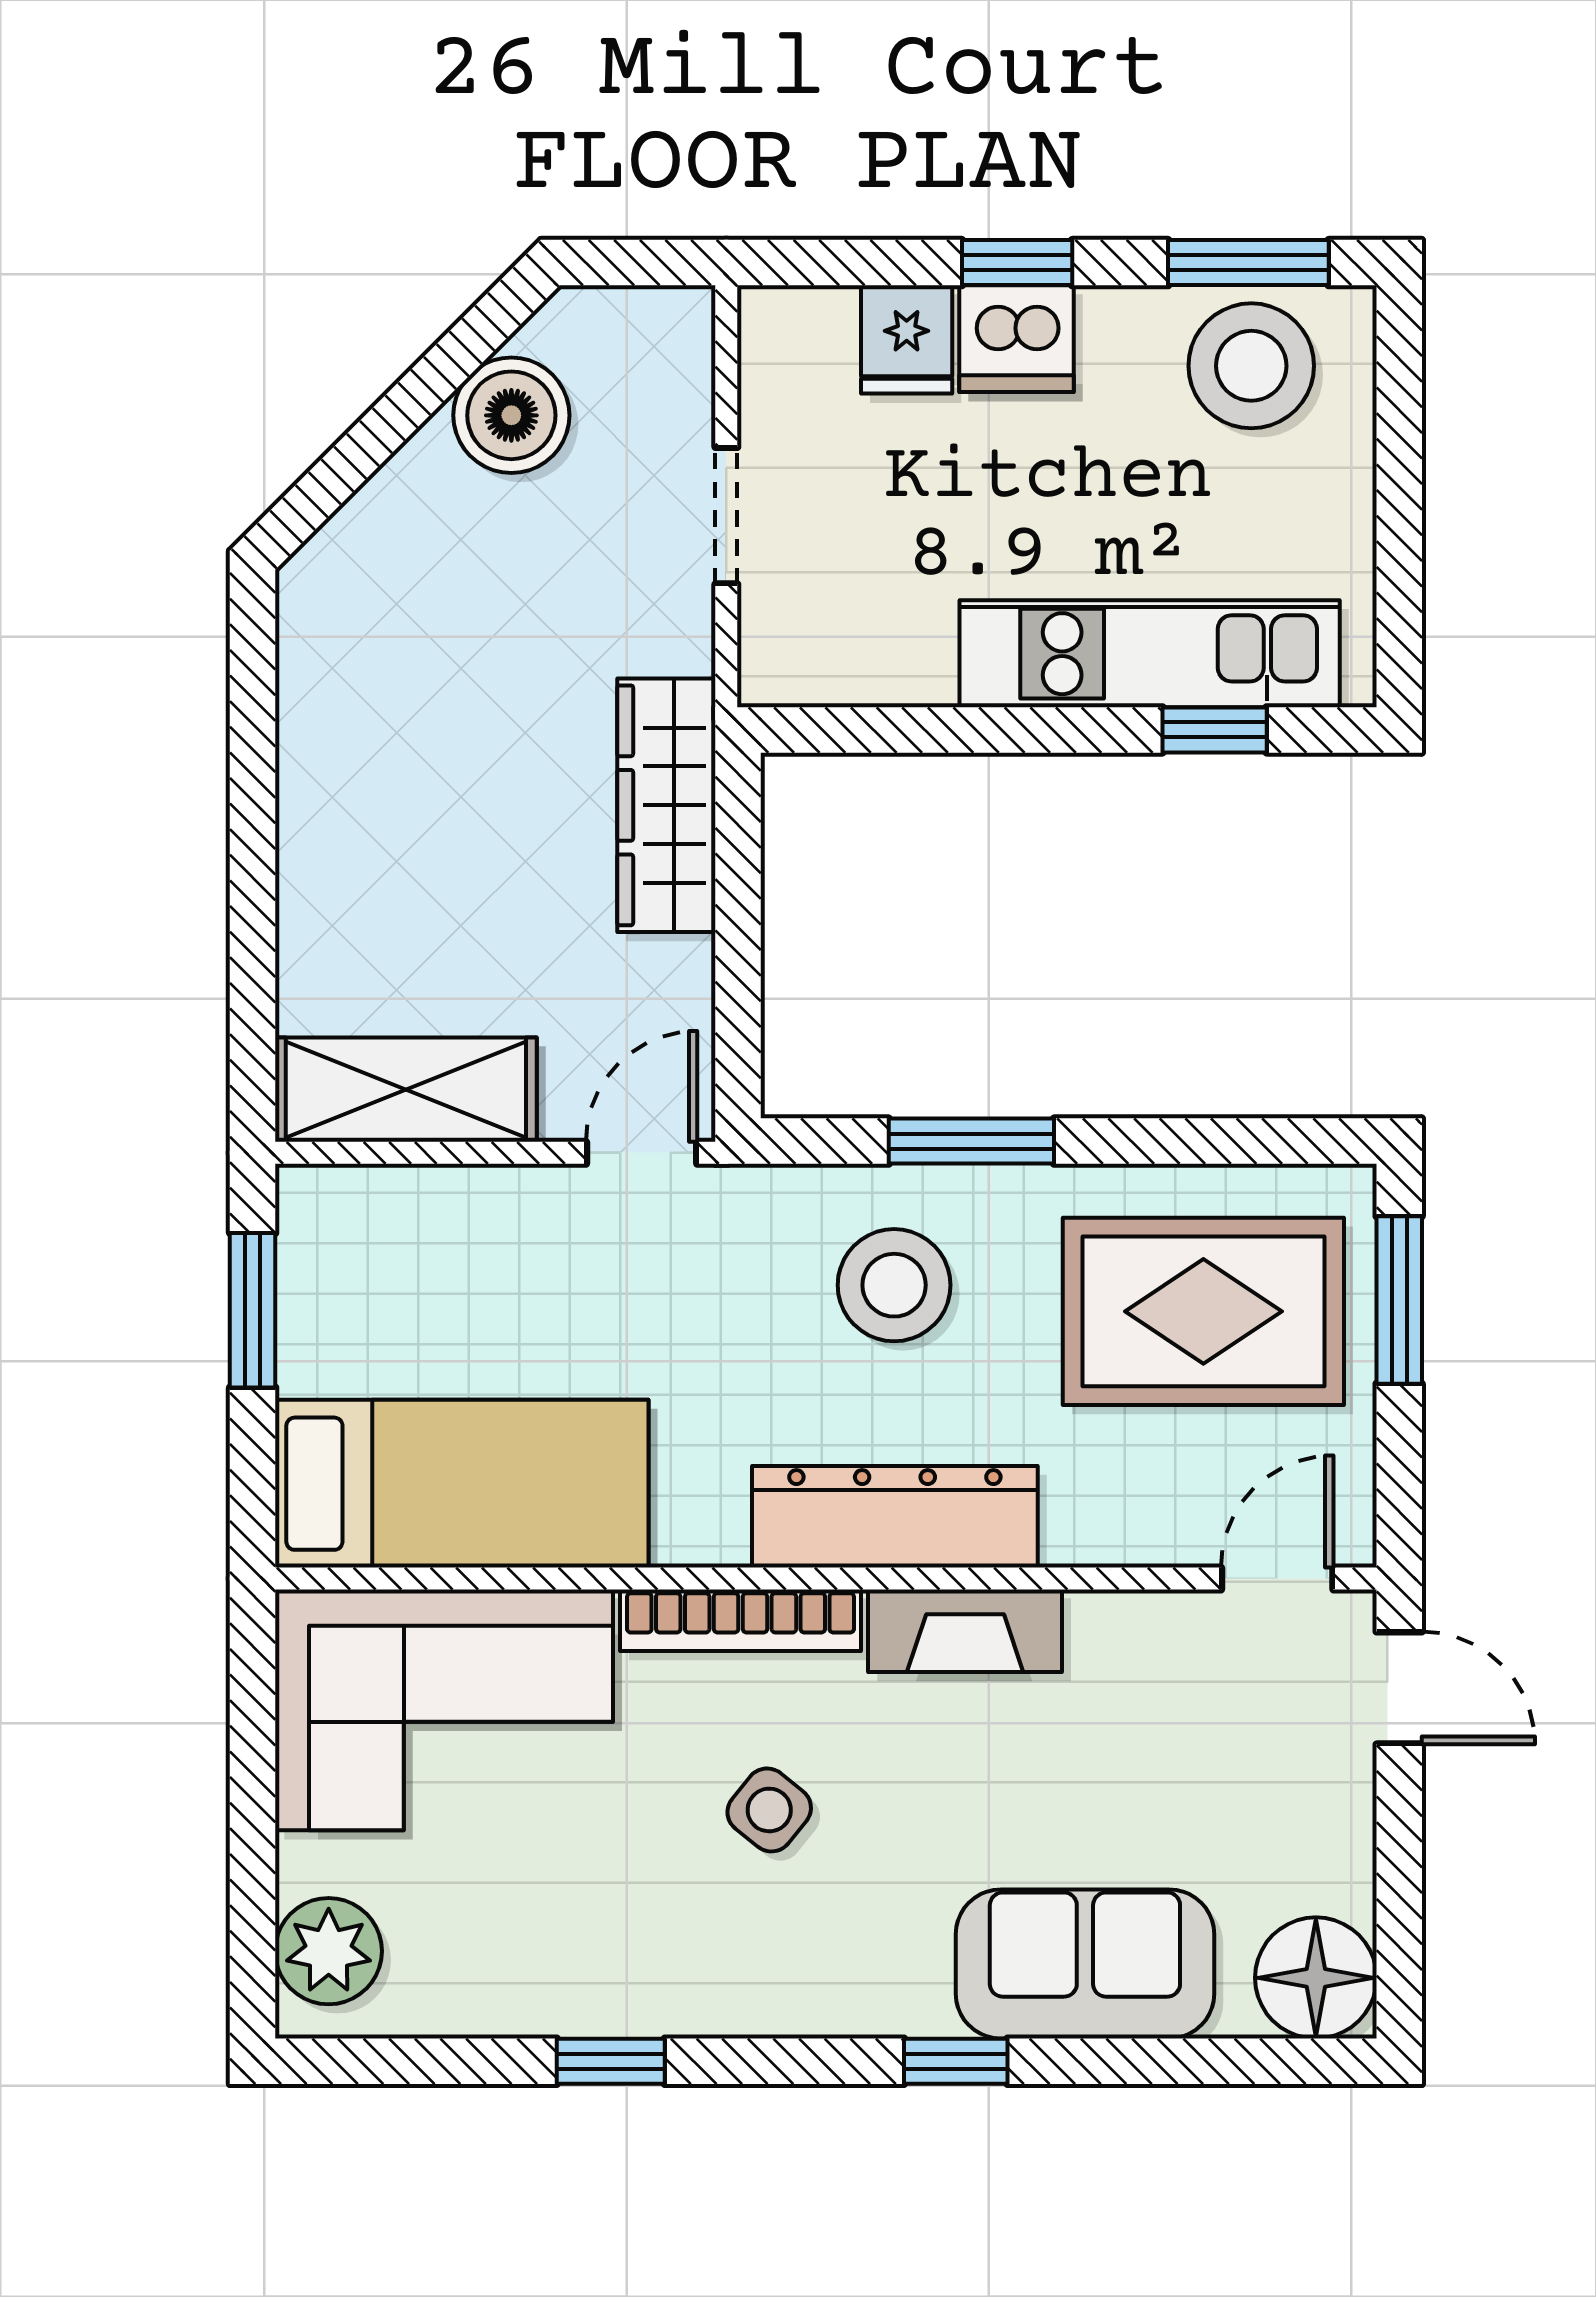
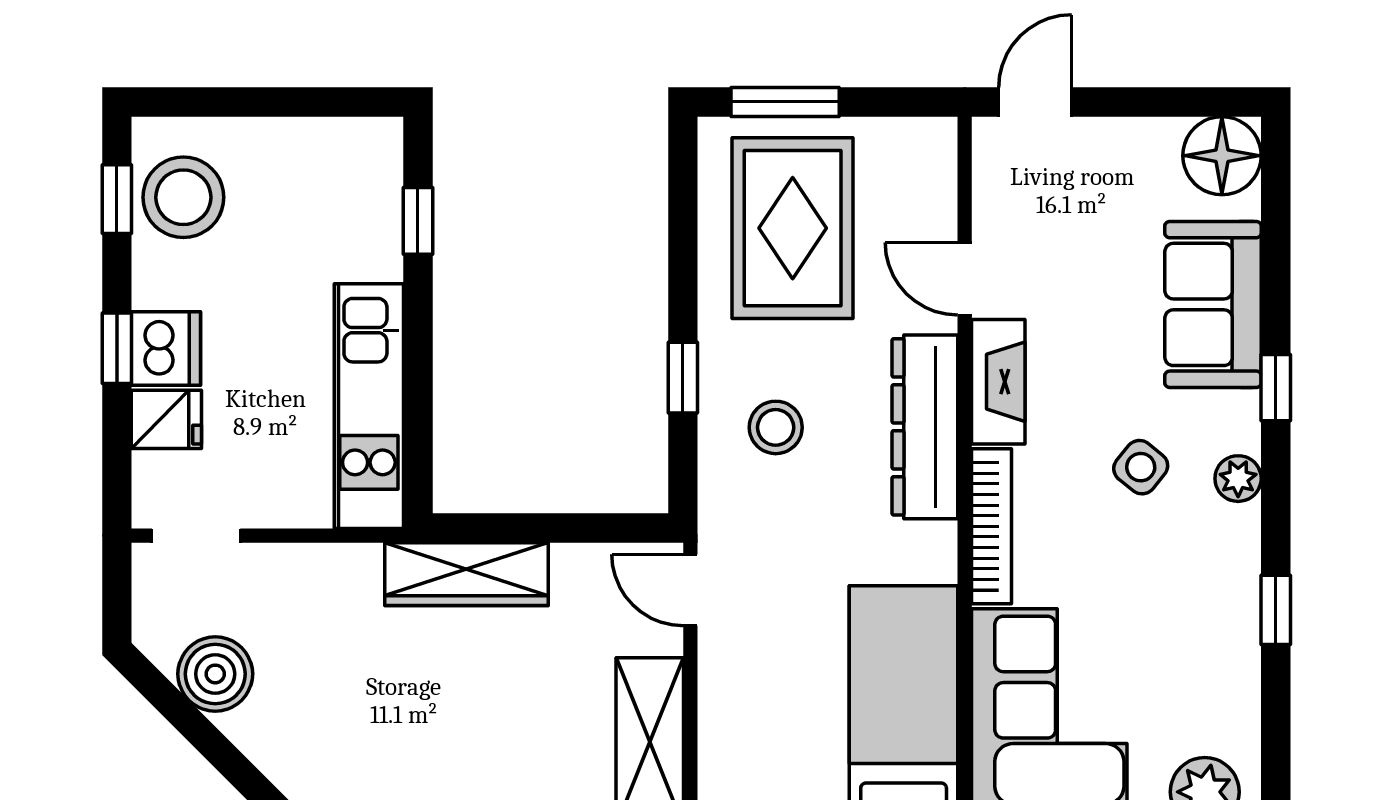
window: (1248, 263) -> (117, 199), width x0.67
doorway: (726, 516) -> (196, 536), moved
kitchen unit: (1150, 654) -> (369, 406), moved
window: (971, 1141) -> (683, 378), width x0.67
stool: (894, 1285) -> (776, 427), width x0.73, depth x0.73
door: (1277, 1579) -> (965, 279), moved
side table: (769, 1810) -> (1141, 467), moved
plant: (815, 2003) -> (1238, 479), added

